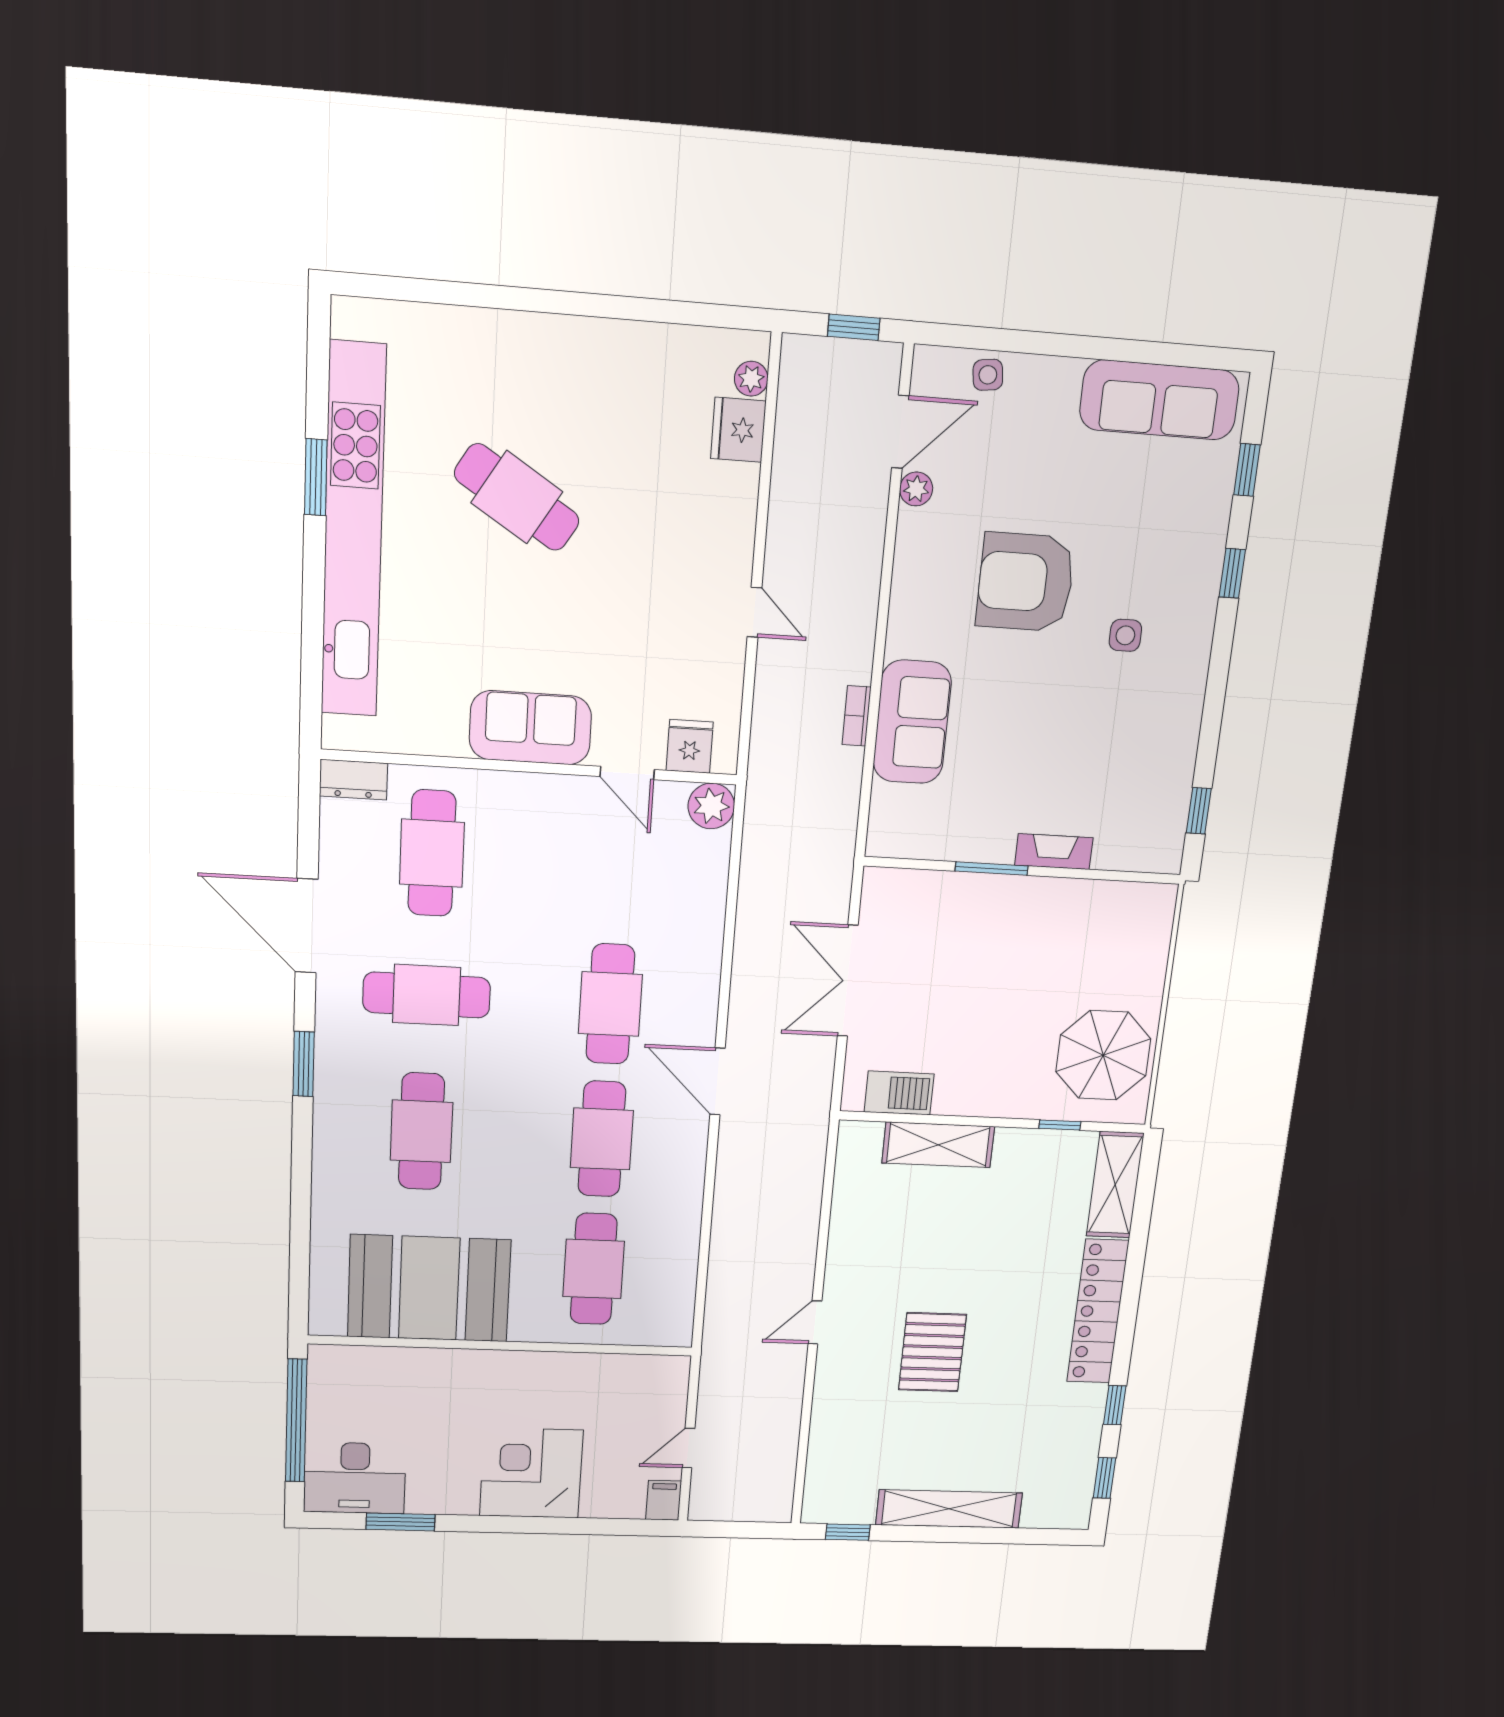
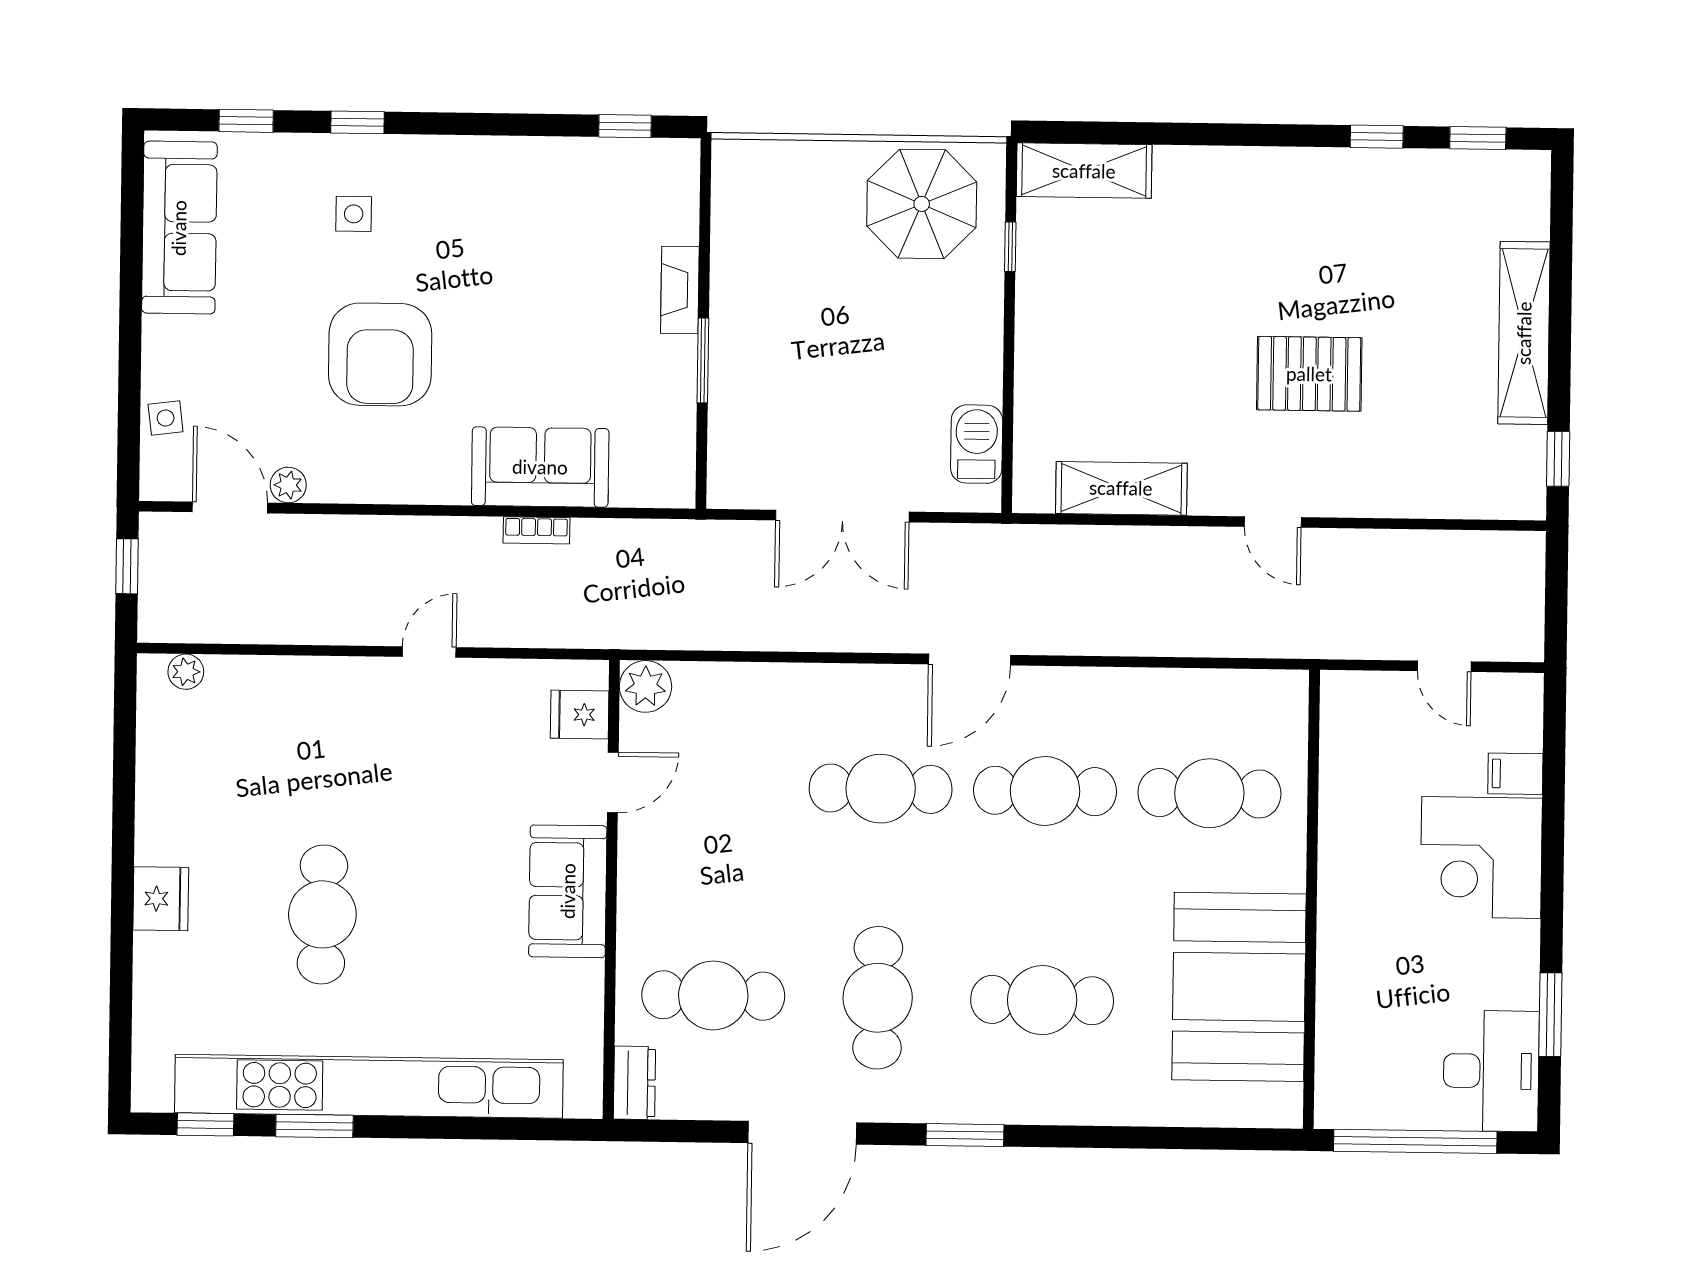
window: (318, 369) -> (205, 1124), added
fridge: (738, 430) -> (161, 899), moved, turned -90
cafe table: (517, 497) -> (322, 914), turned -31
side table: (1125, 635) -> (354, 214), moved
shelving: (938, 1145) -> (1121, 488), moved, turned 90
locker: (1098, 1311) -> (1250, 173), removed
filing cabinet: (664, 1500) -> (1515, 774), moved

